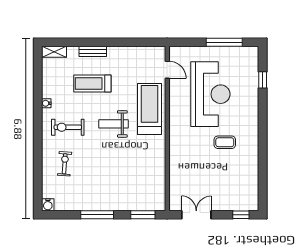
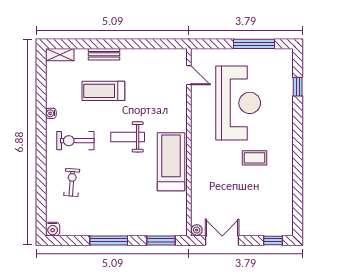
treadmill: (149, 109) -> (171, 162), moved
plant: (174, 206) -> (197, 230), added

